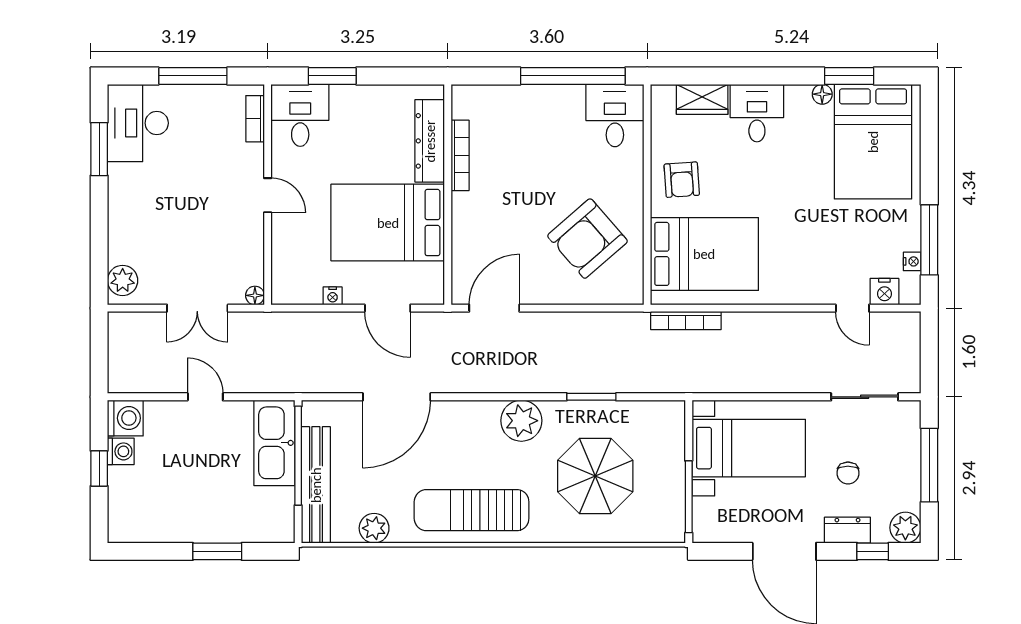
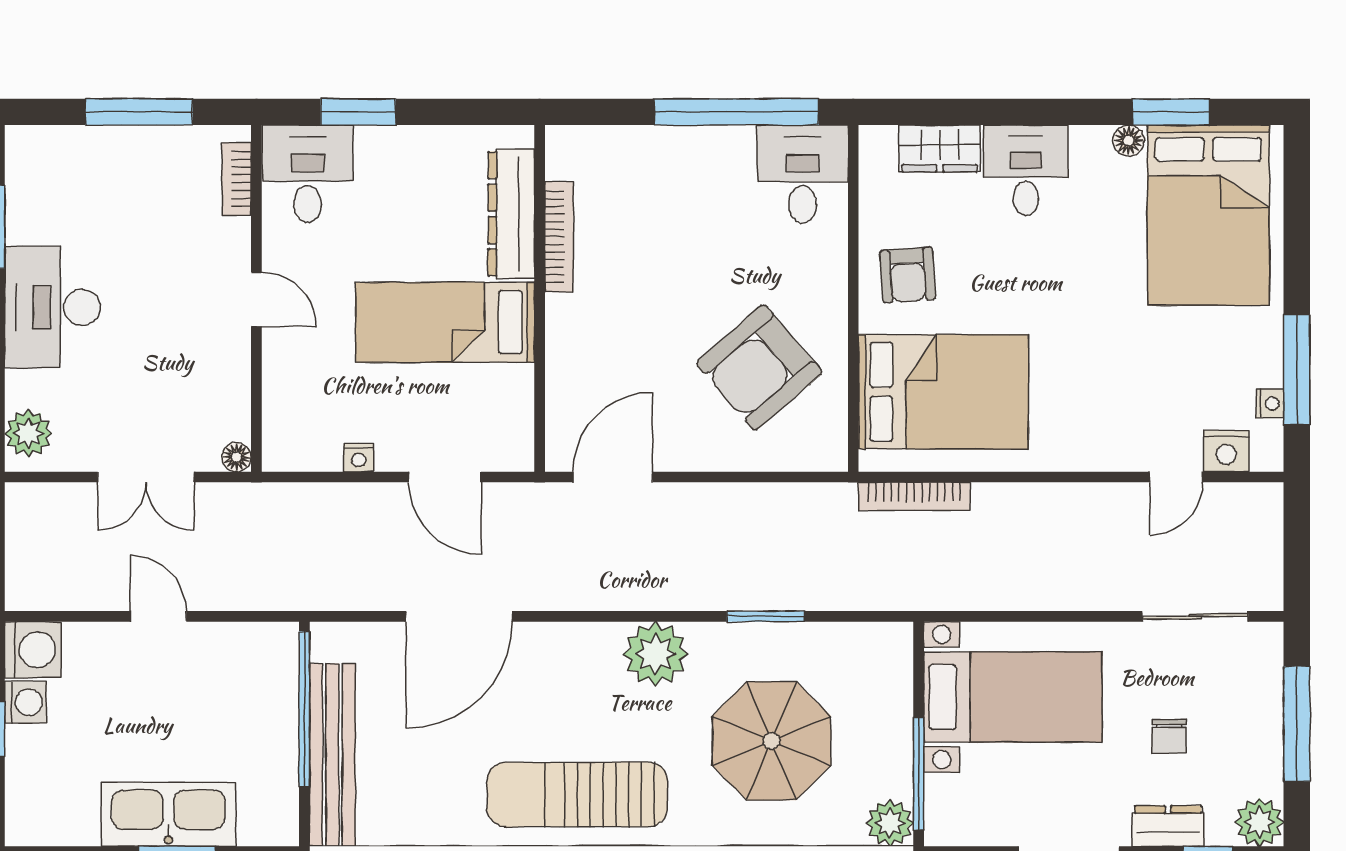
desk: (138, 123) -> (52, 307), moved
bed: (388, 223) -> (445, 322), width x0.67
door: (852, 308) -> (1176, 477), hinge flipped
kitchen sink: (274, 443) -> (168, 814), moved, turned 90
plant: (374, 528) -> (890, 823), moved

